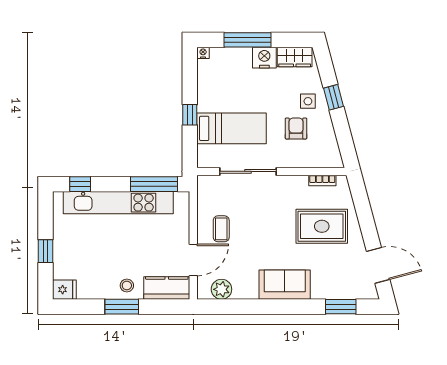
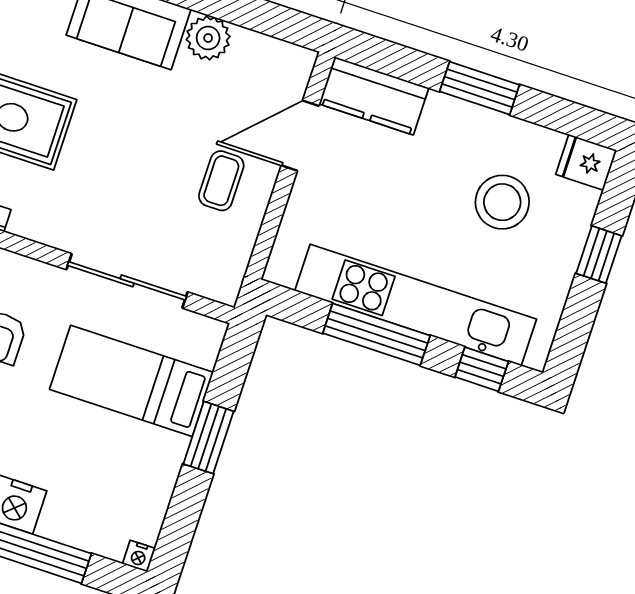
window: (190, 115) -> (208, 438), width x1.50
window: (154, 184) -> (376, 334), moved
stool: (127, 285) -> (502, 202), moved, width x1.89, depth x1.89
plant: (221, 289) -> (208, 38), moved

